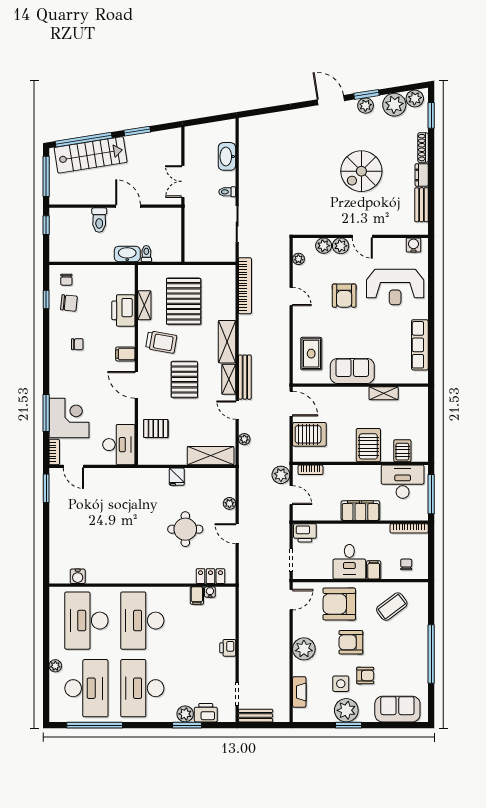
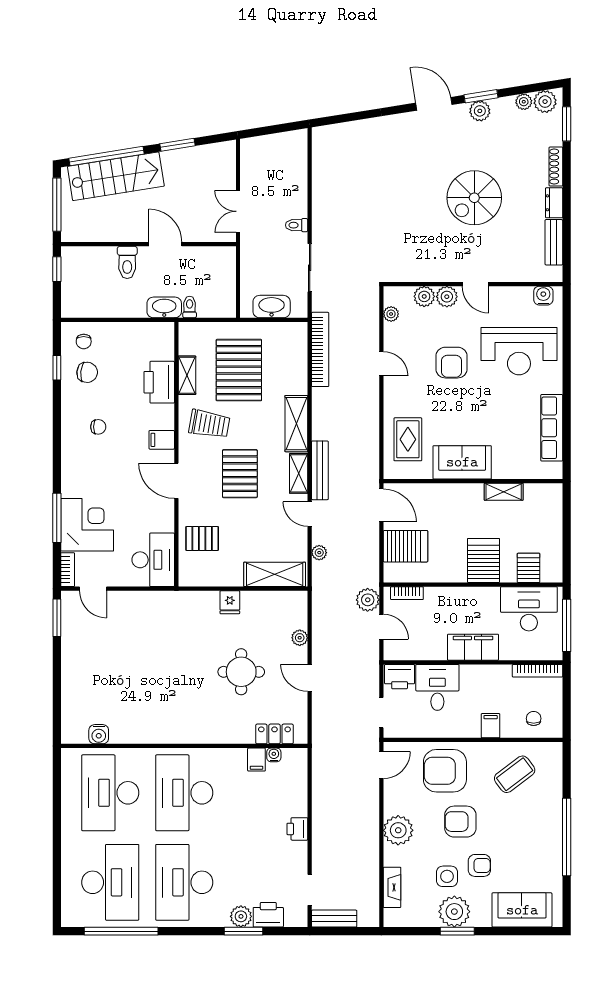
plant: (394, 105) -> (524, 102), width x0.53, depth x0.53
washbasin: (227, 156) -> (272, 307), moved, turned 90
desk: (349, 562) -> (437, 687), moved, turned 180
plant: (55, 666) -> (69, 853), removed

